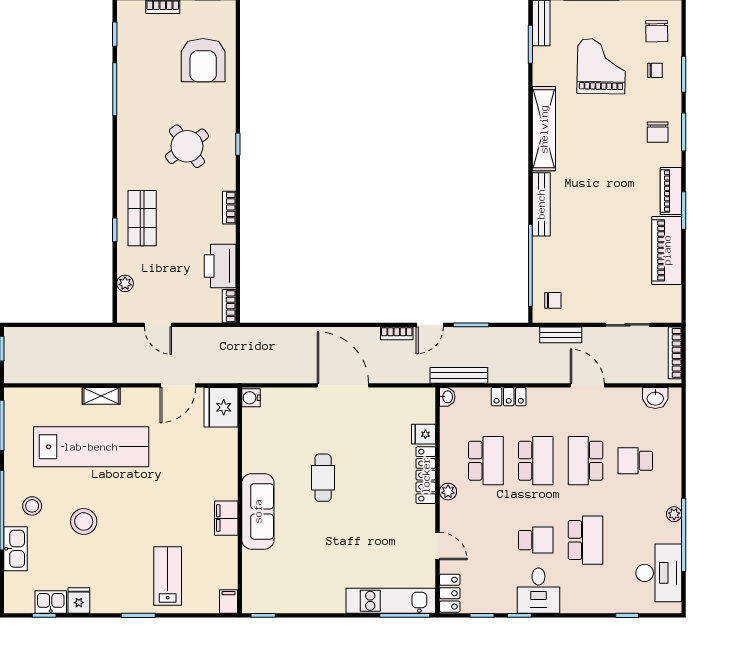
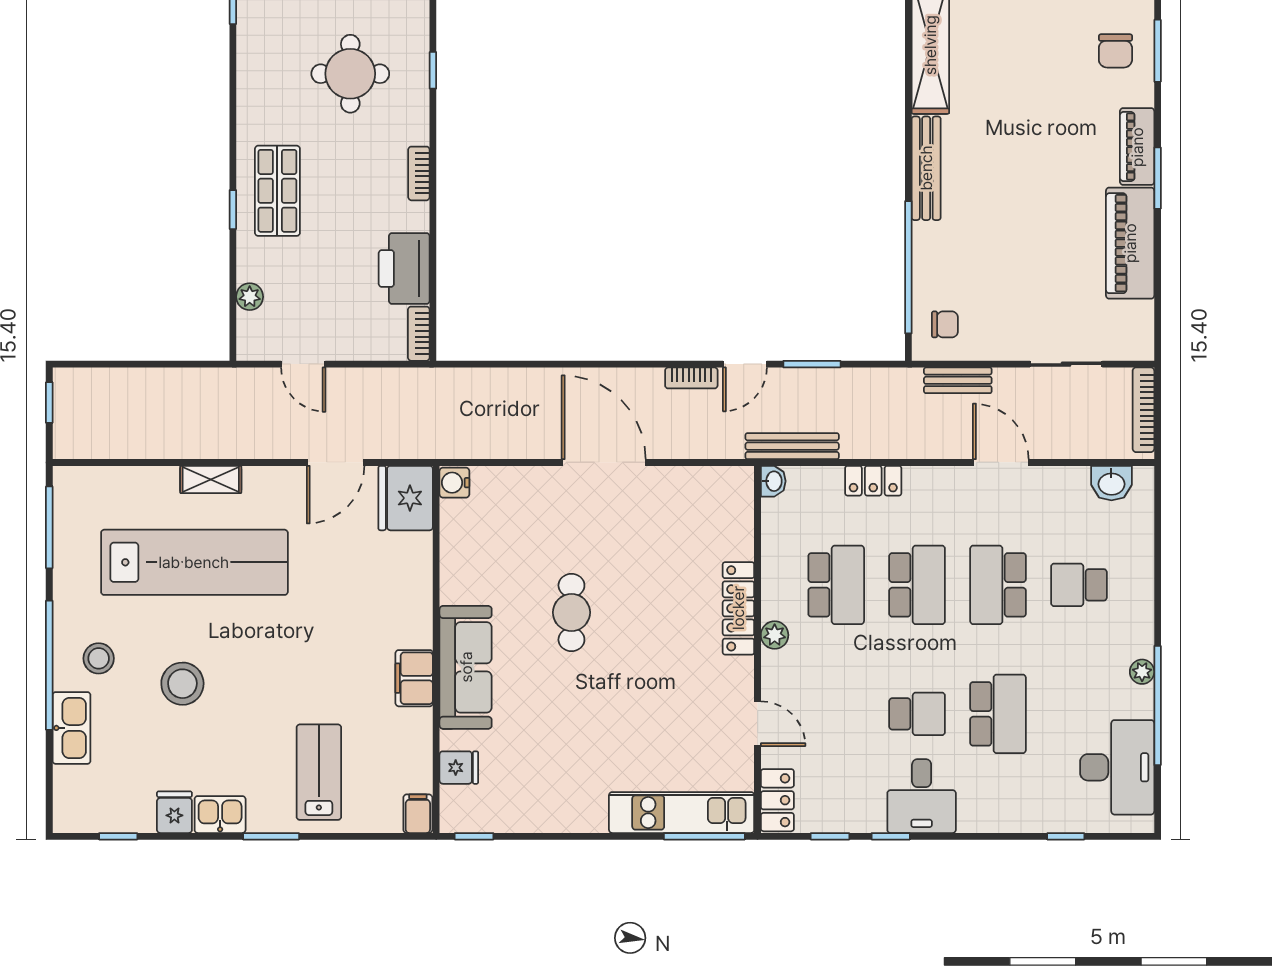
round table: (187, 146) -> (350, 74), turned 36
fridge: (424, 434) -> (459, 768), moved, turned 180
kitchen sink: (51, 602) -> (220, 815), moved

